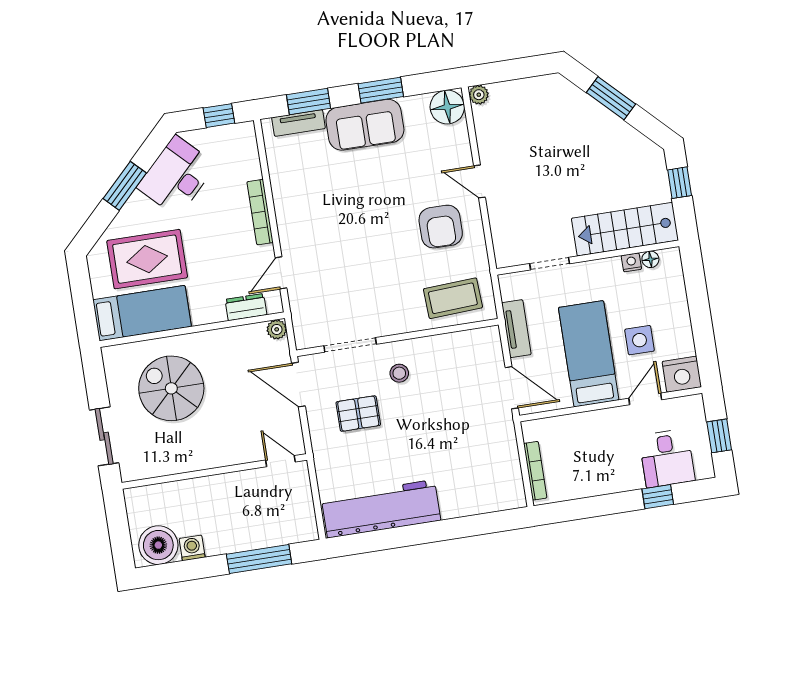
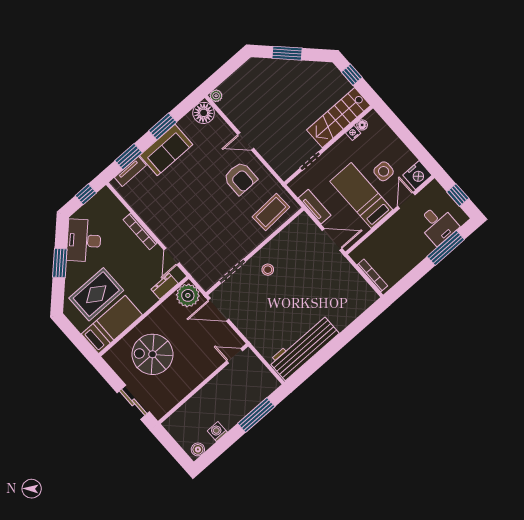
plant: (277, 329) -> (188, 295), width x1.88, depth x1.88
pallet: (358, 414) -> (260, 305), removed
window: (658, 497) -> (446, 248), width x2.17
boiler: (158, 545) -> (198, 449), width x0.54, depth x0.54

